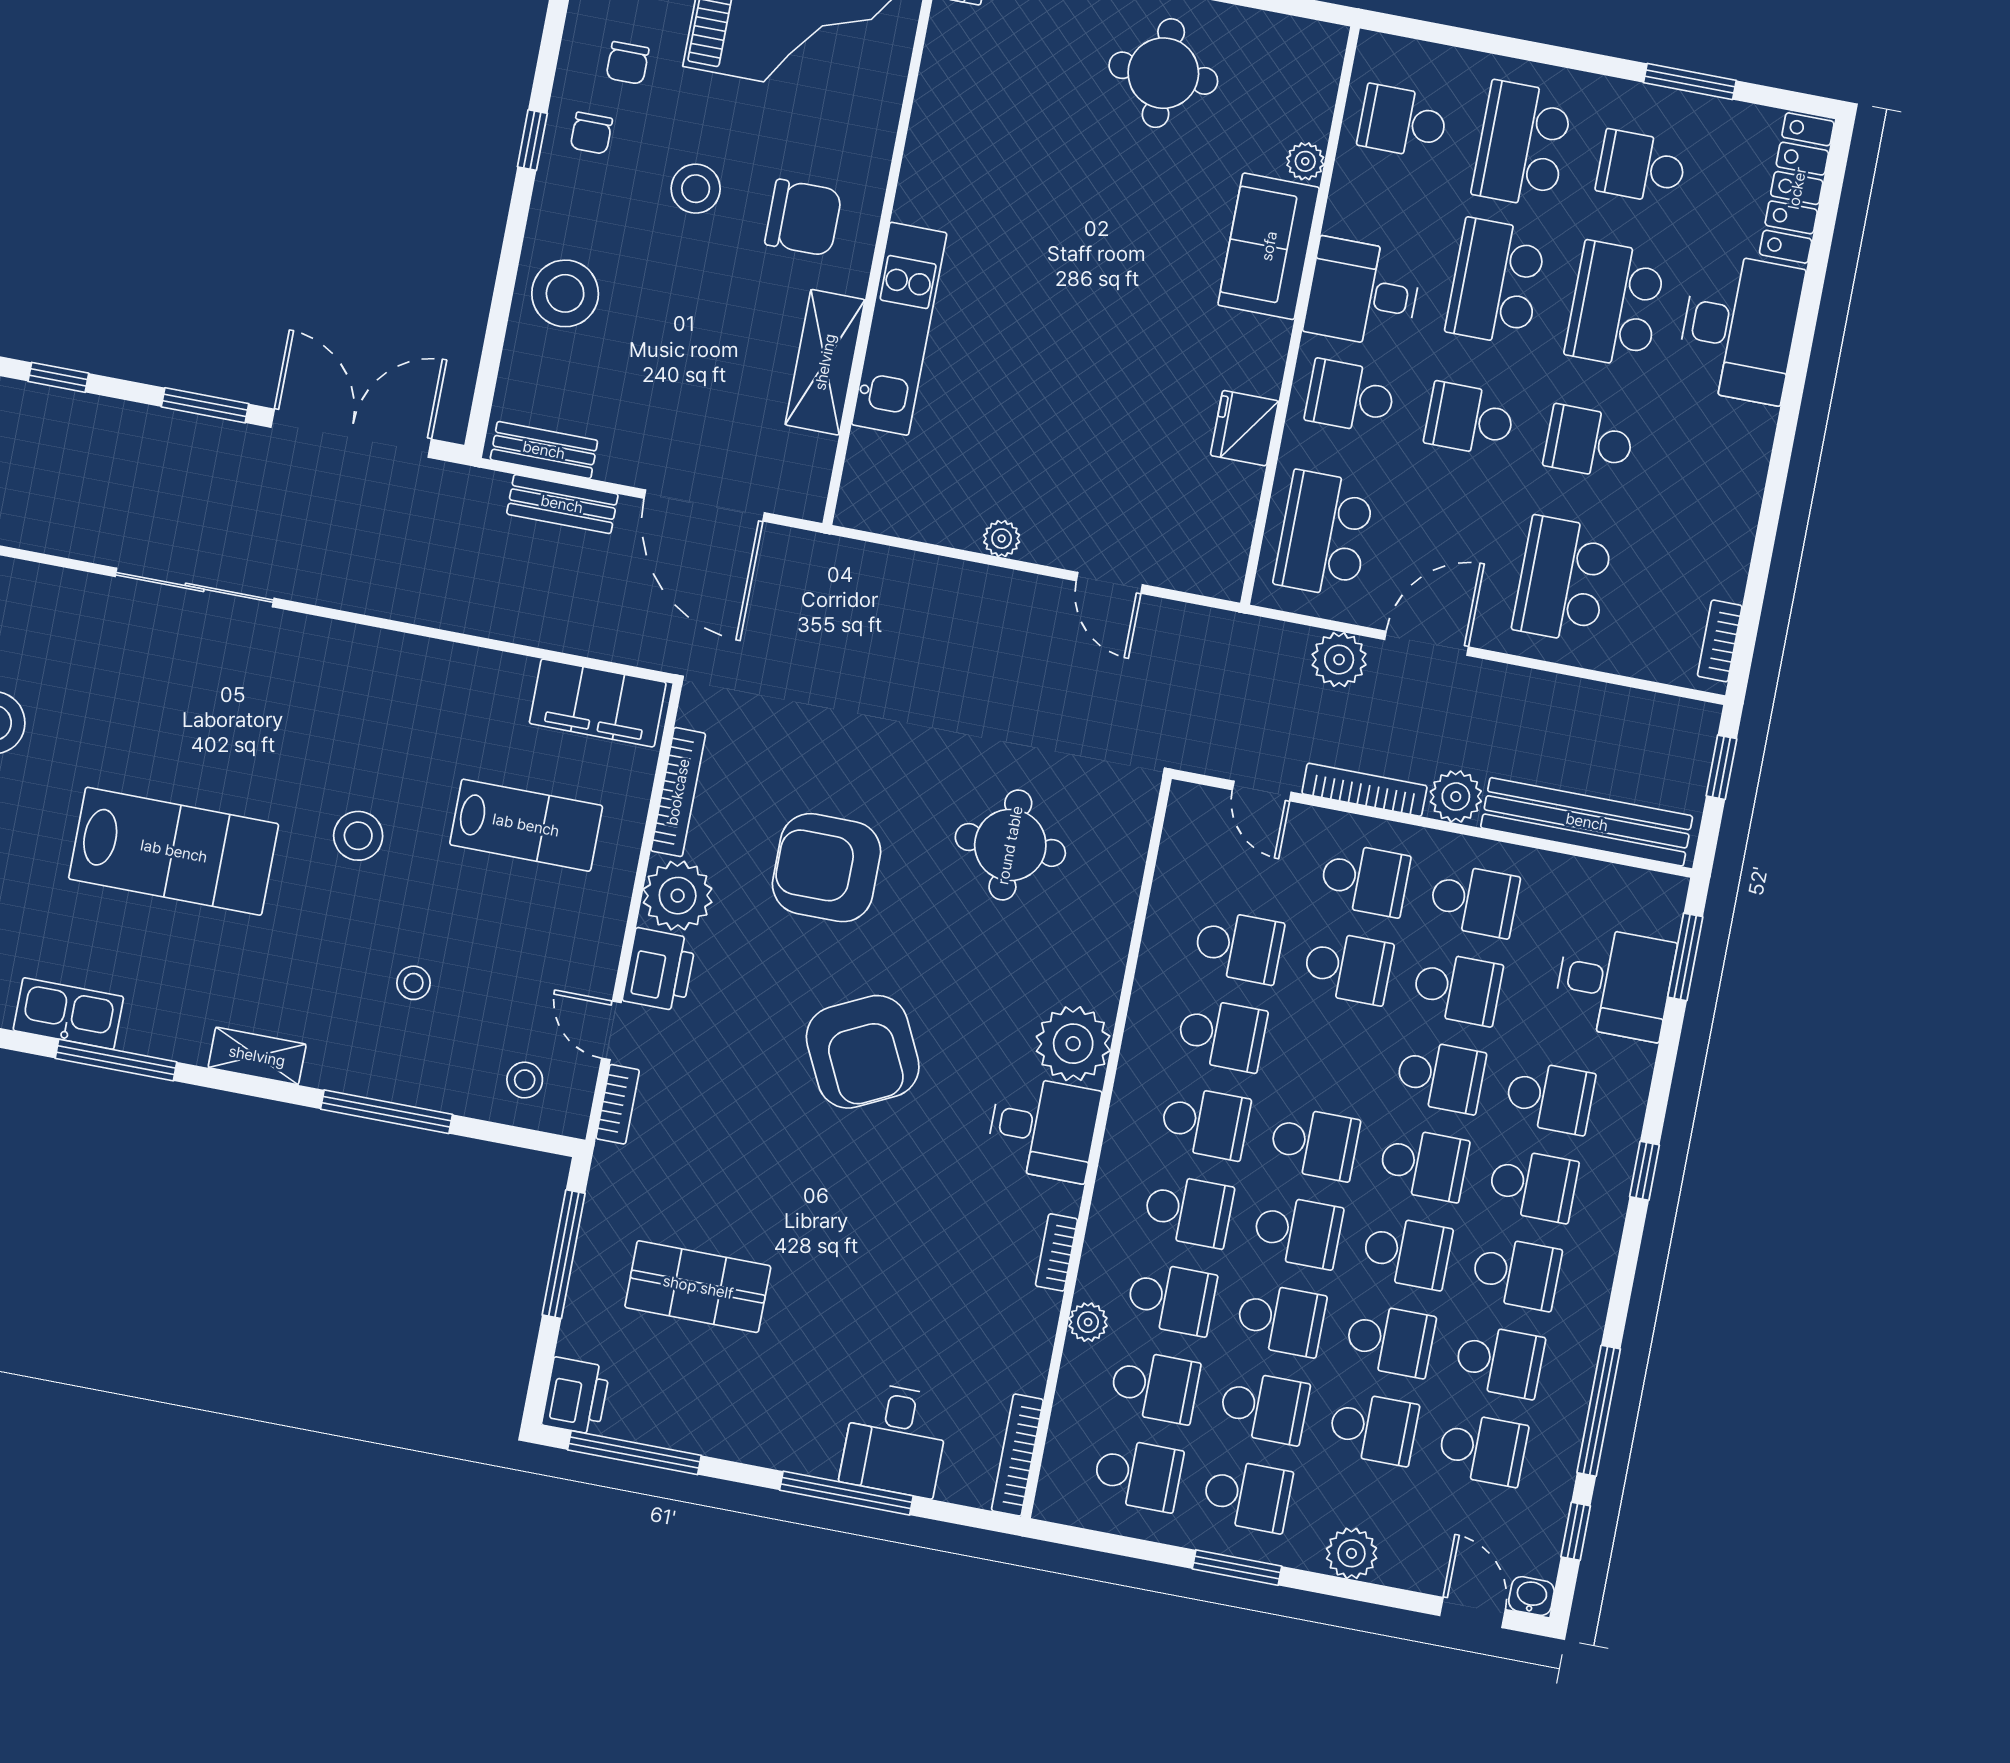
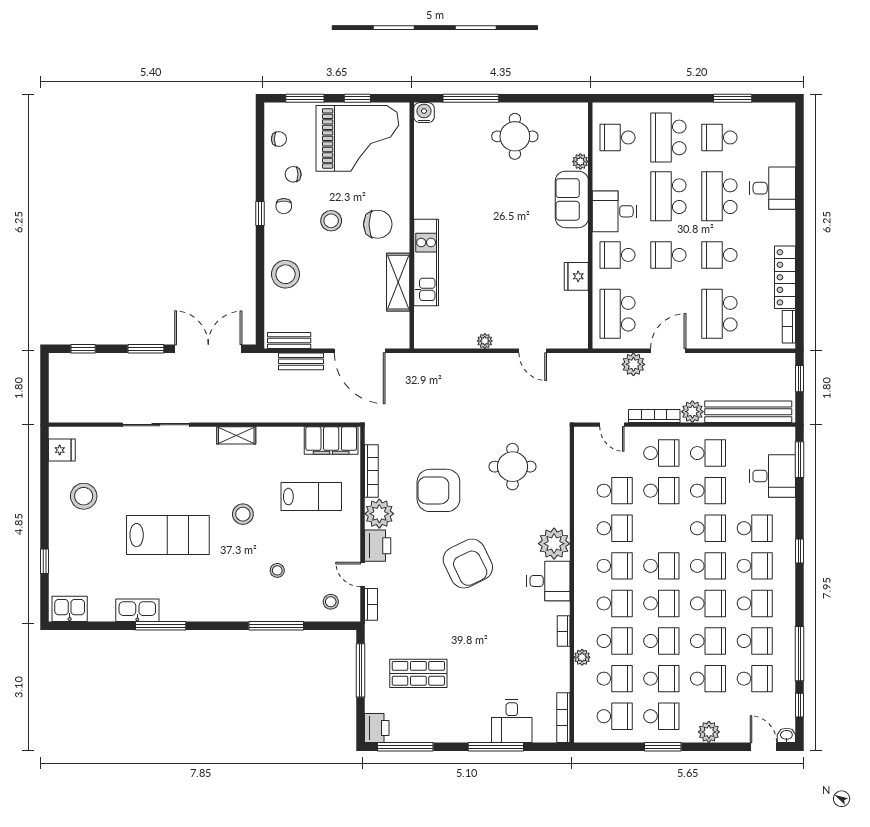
chair: (627, 63) -> (293, 174), turned 90
locker: (1797, 188) -> (785, 277), moved
desk: (1740, 328) -> (773, 188), width x0.73
shelving: (257, 1056) -> (236, 435), moved

